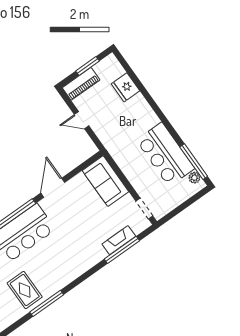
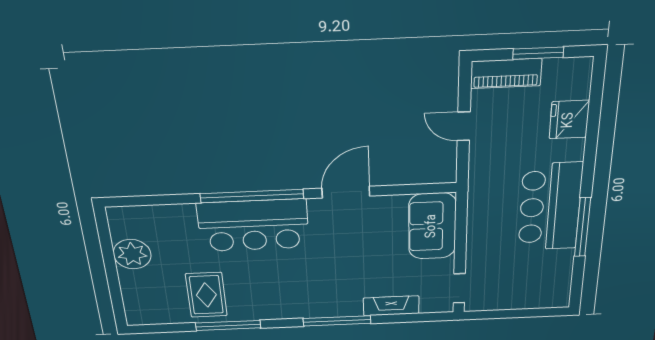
bar counter: (165, 154) -> (550, 207), moved
window: (194, 162) -> (583, 227), moved
plant: (194, 178) -> (561, 289), removed
window: (122, 250) -> (337, 321), moved

